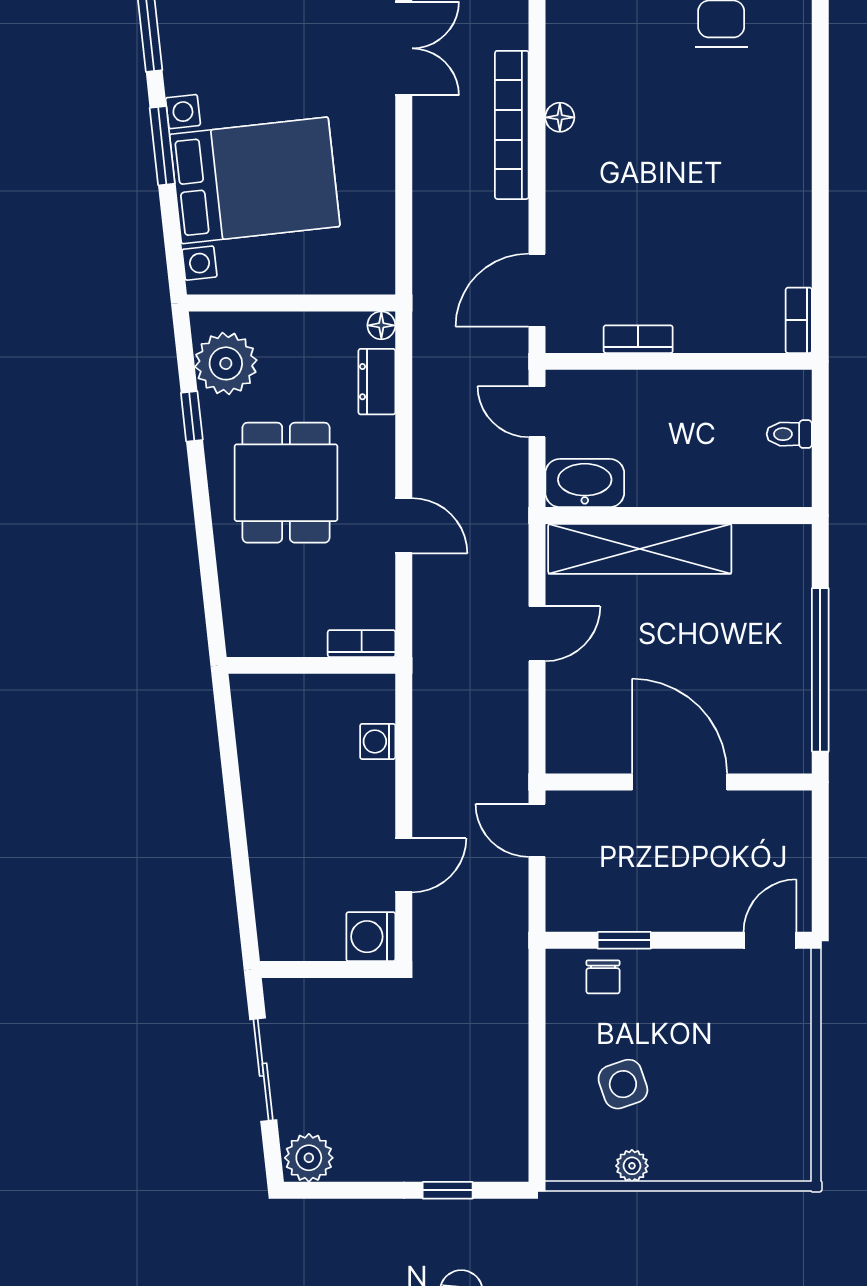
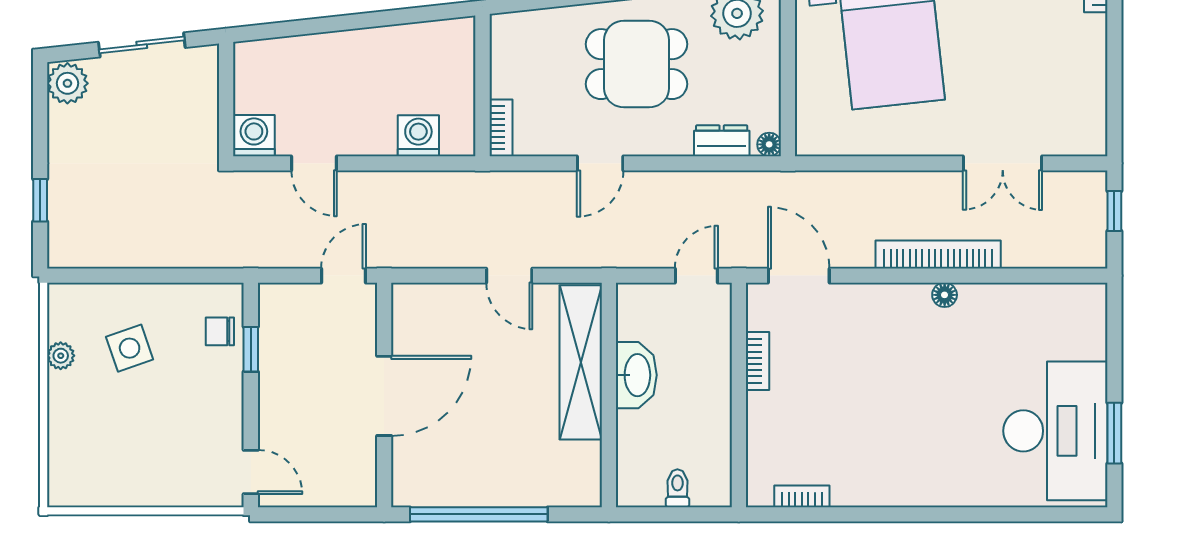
bookcase: (799, 320) -> (802, 496), moved
washbasin: (585, 483) -> (636, 375), moved
washing machine: (378, 741) -> (418, 136), width x1.38, depth x1.38

